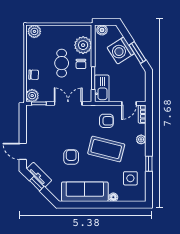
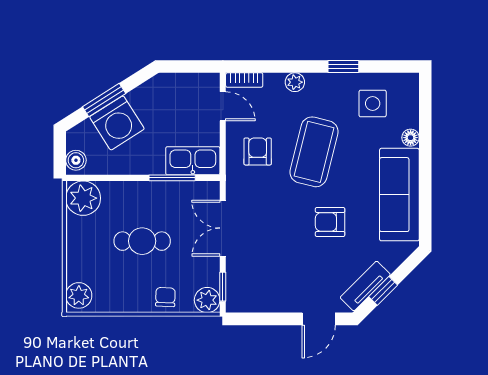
plant: (83, 45) -> (83, 198), moved
window: (137, 53) -> (104, 100), moved
chair: (81, 64) -> (144, 202), removed

